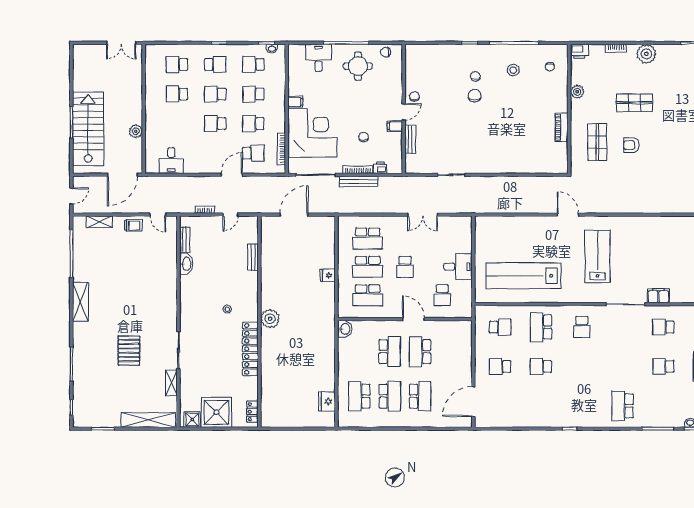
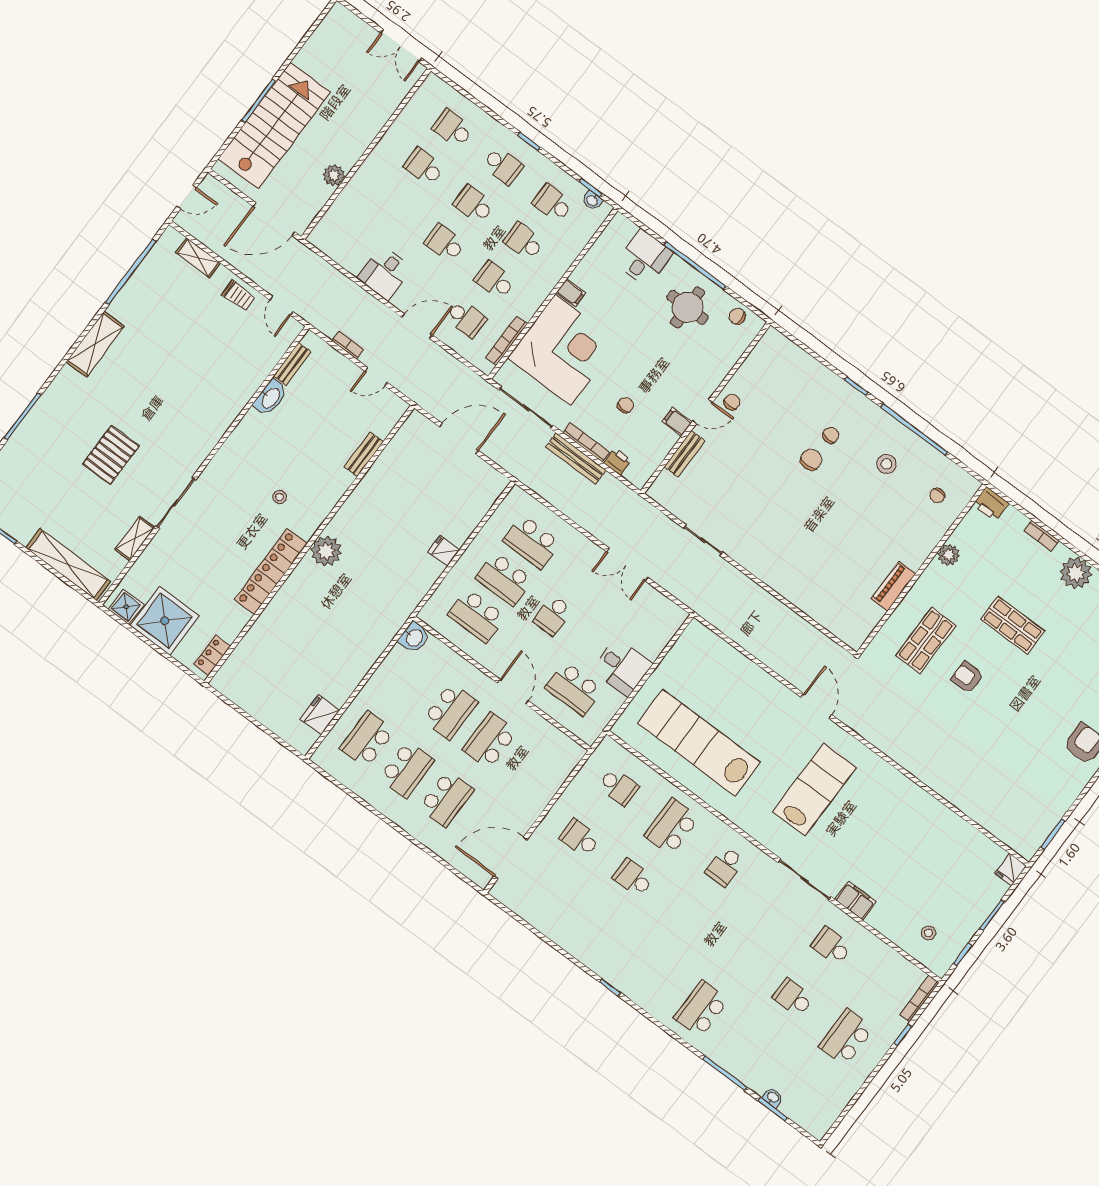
desk: (171, 161) -> (385, 273), moved
school desk: (442, 295) -> (574, 689), width x1.85

